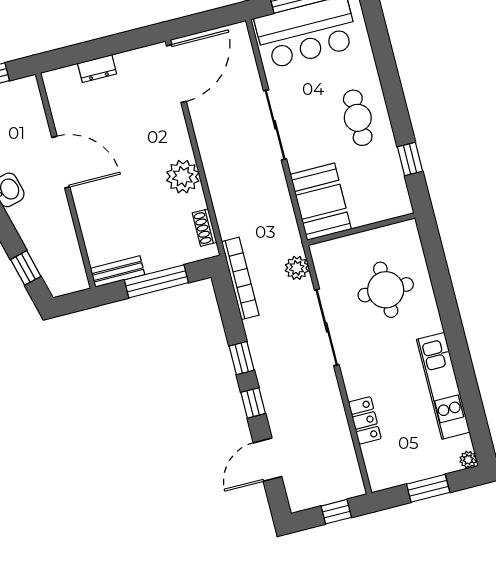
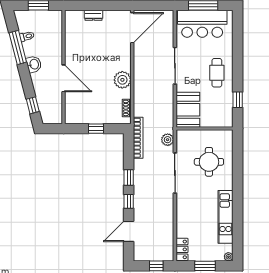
door: (61, 162) -> (64, 78), moved
bench: (118, 272) -> (78, 119), removed
window: (156, 281) -> (96, 129), width x0.46
locker: (365, 420) -> (182, 249), moved

